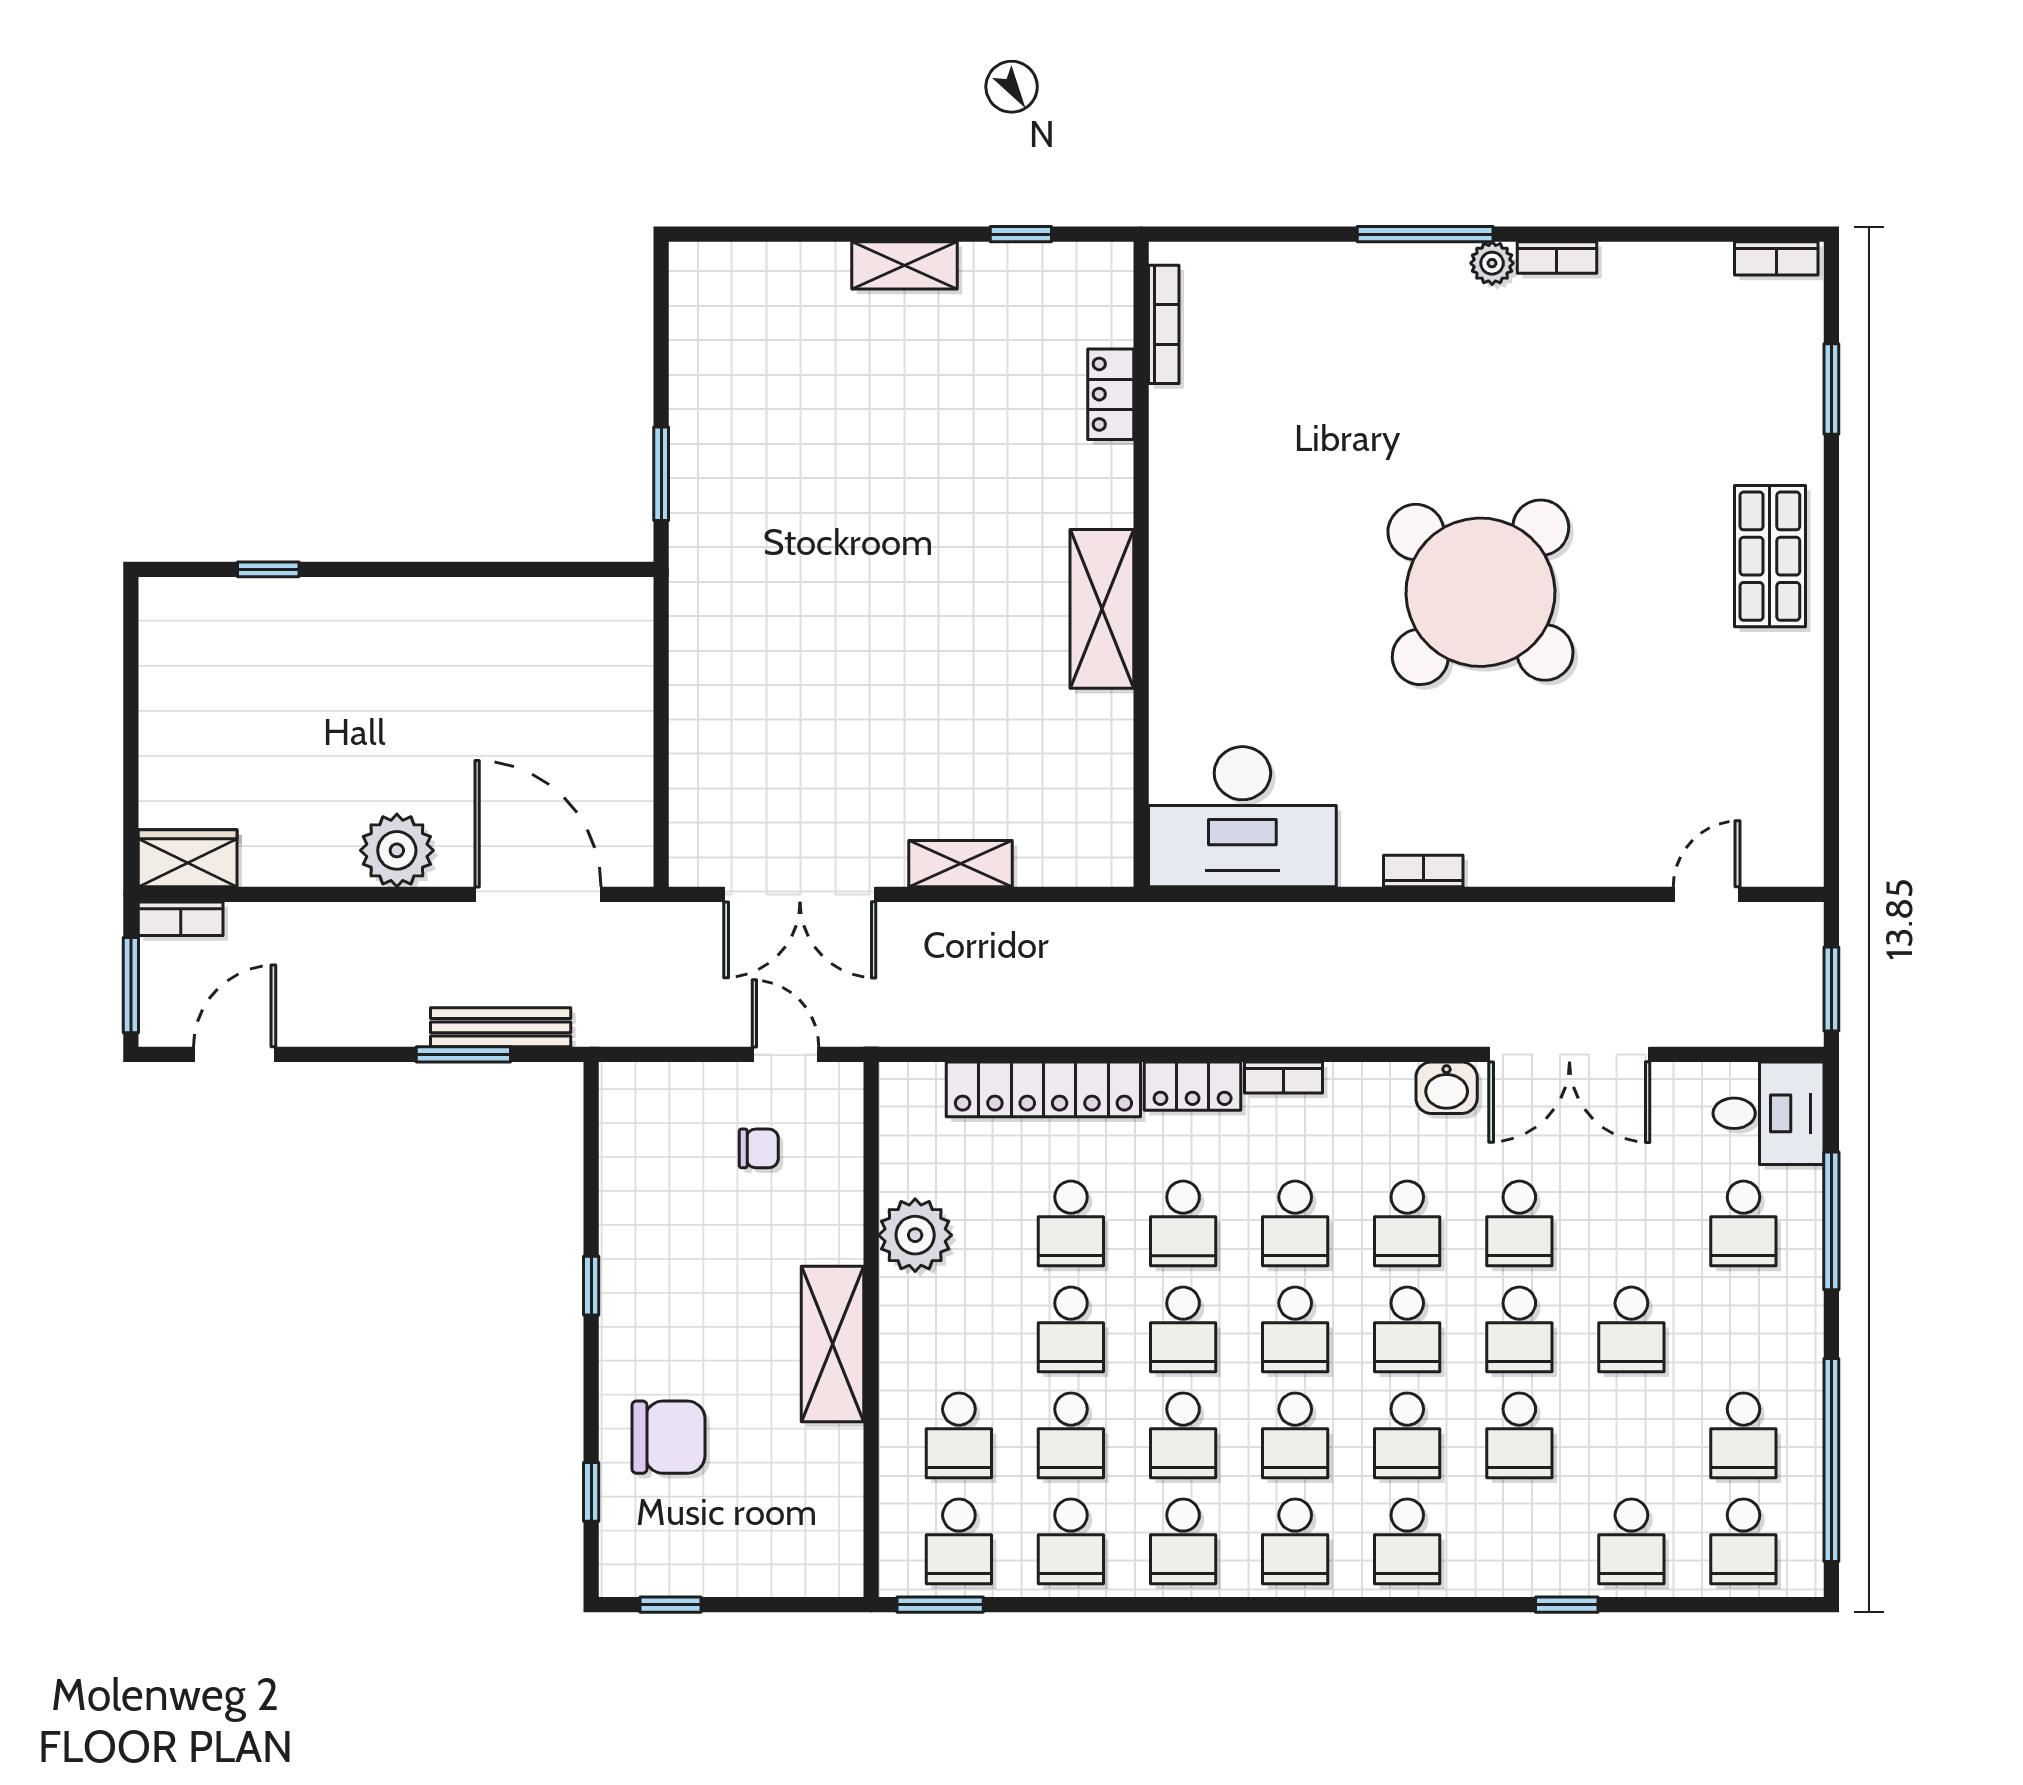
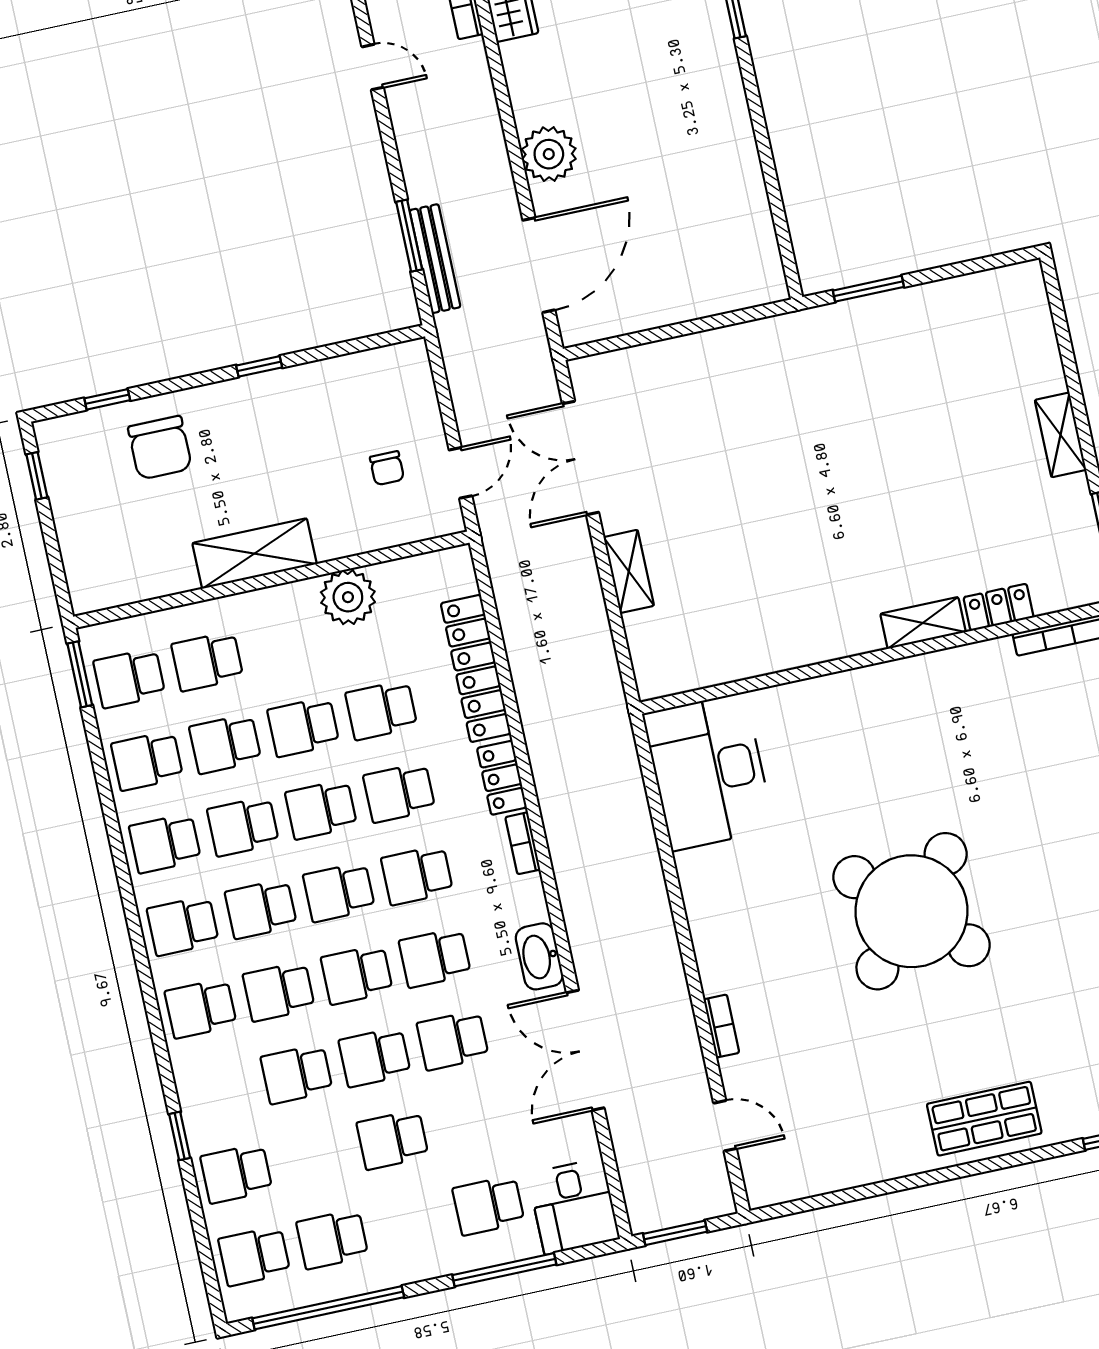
shelving: (1102, 609) -> (923, 623), moved, width x0.67, depth x0.75
bookcase: (1423, 871) -> (721, 1026), moved
door: (235, 1054) -> (373, 67), width x0.73
washbasin: (1447, 1088) -> (539, 956), width x1.38

